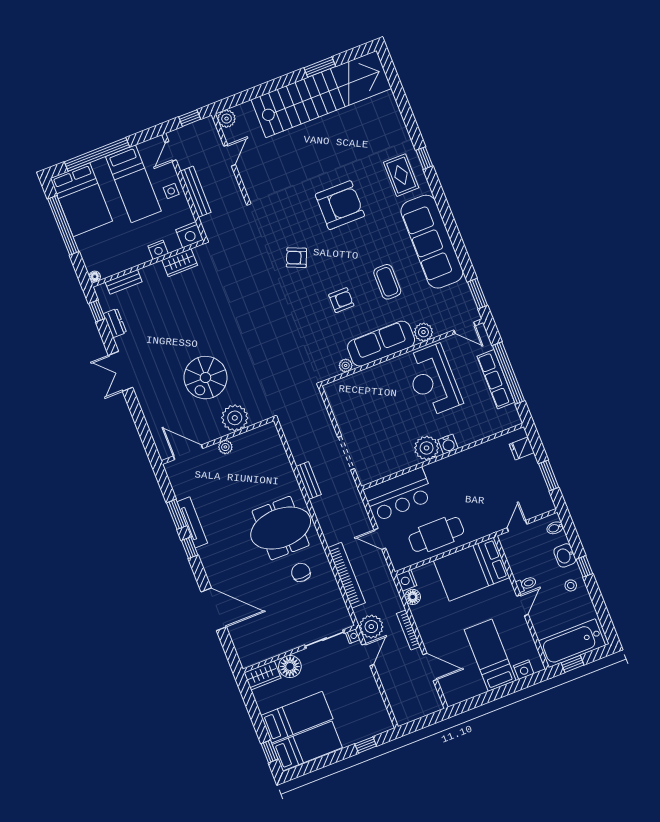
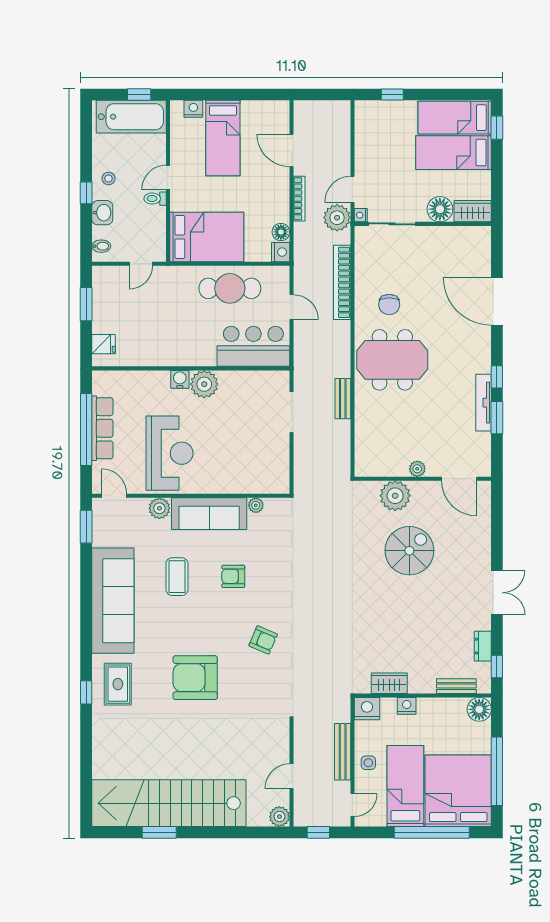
bed: (81, 200) -> (458, 791), width x1.36
floor lamp: (95, 277) -> (479, 709), width x1.89, depth x1.89

